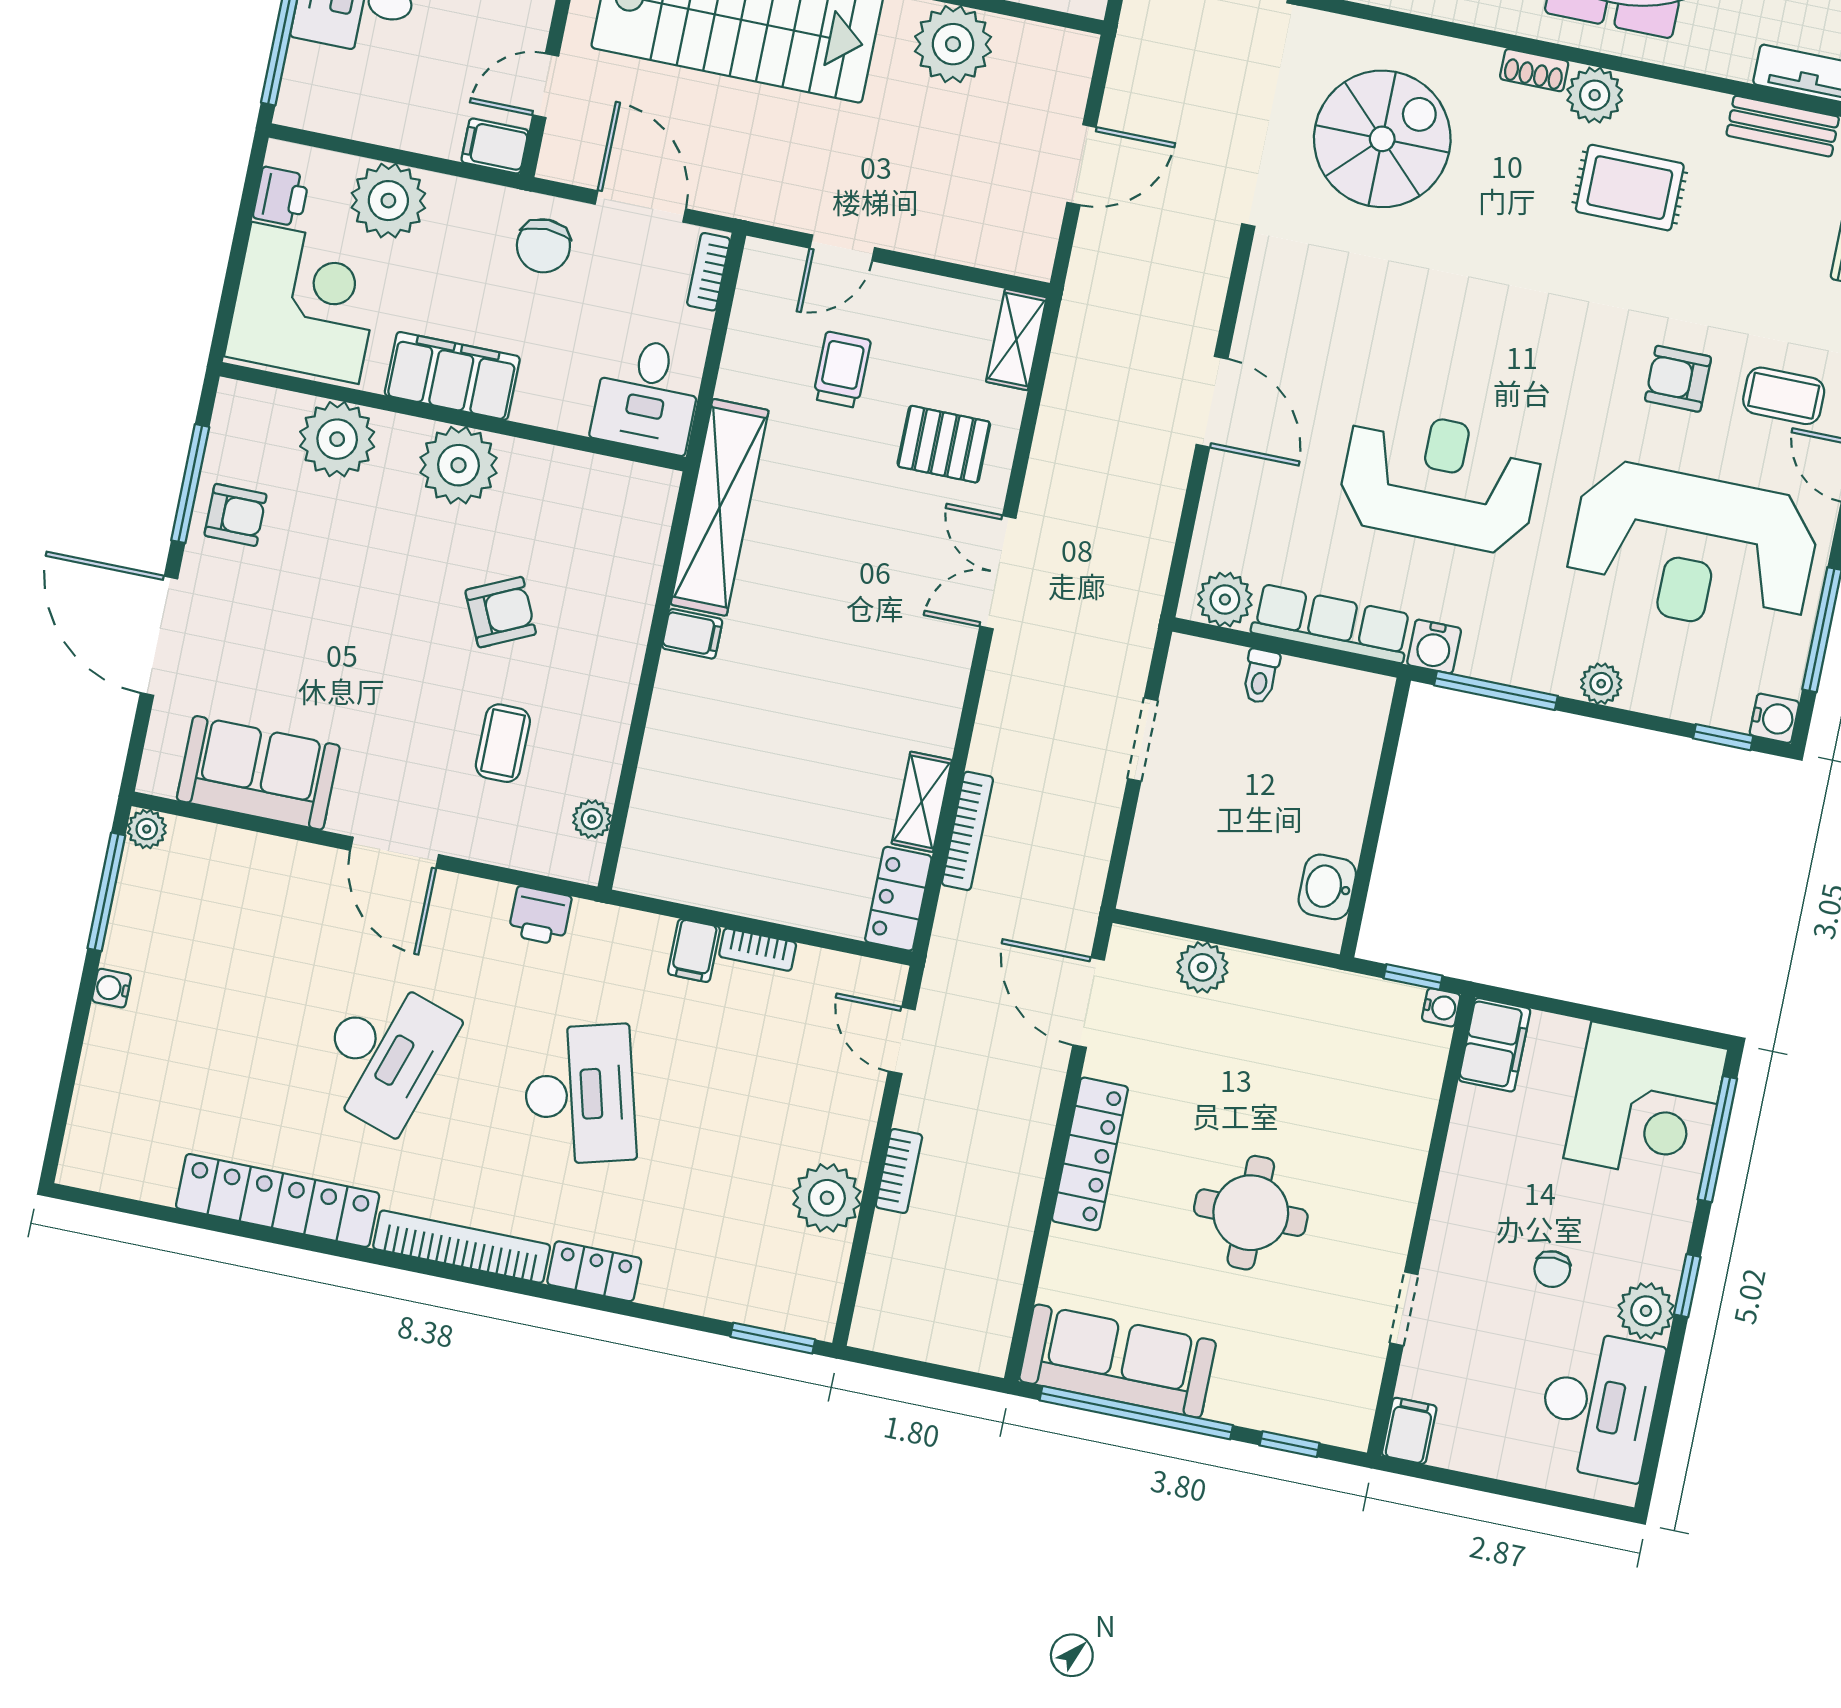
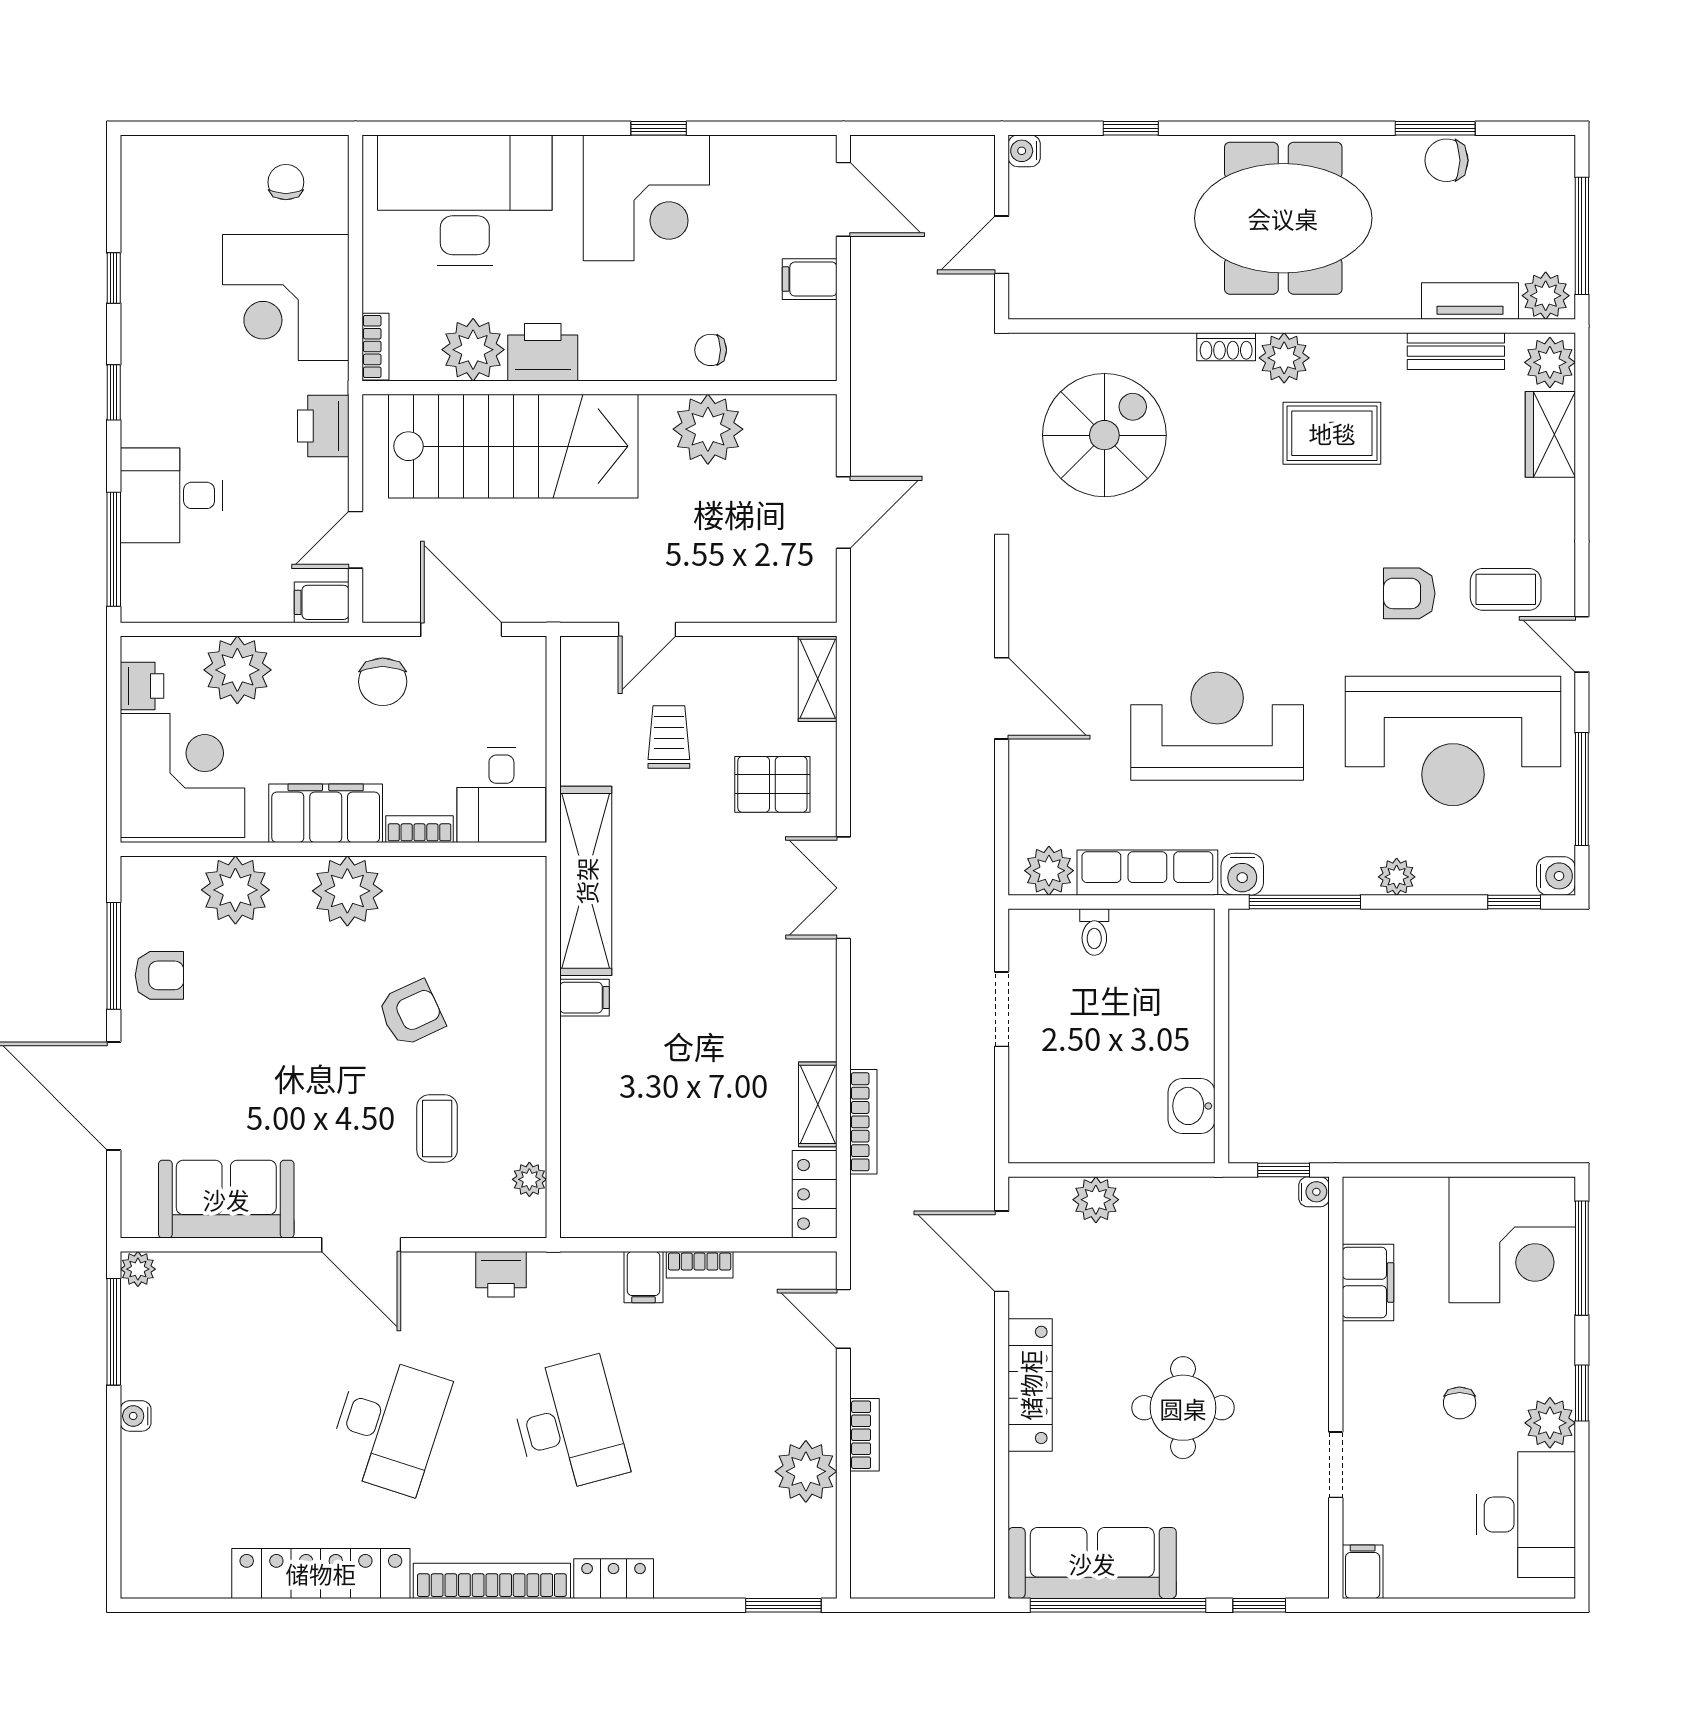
bookcase: (709, 272) -> (420, 829), moved, turned 90
filing cabinet: (1495, 1045) -> (1368, 1282), moved

